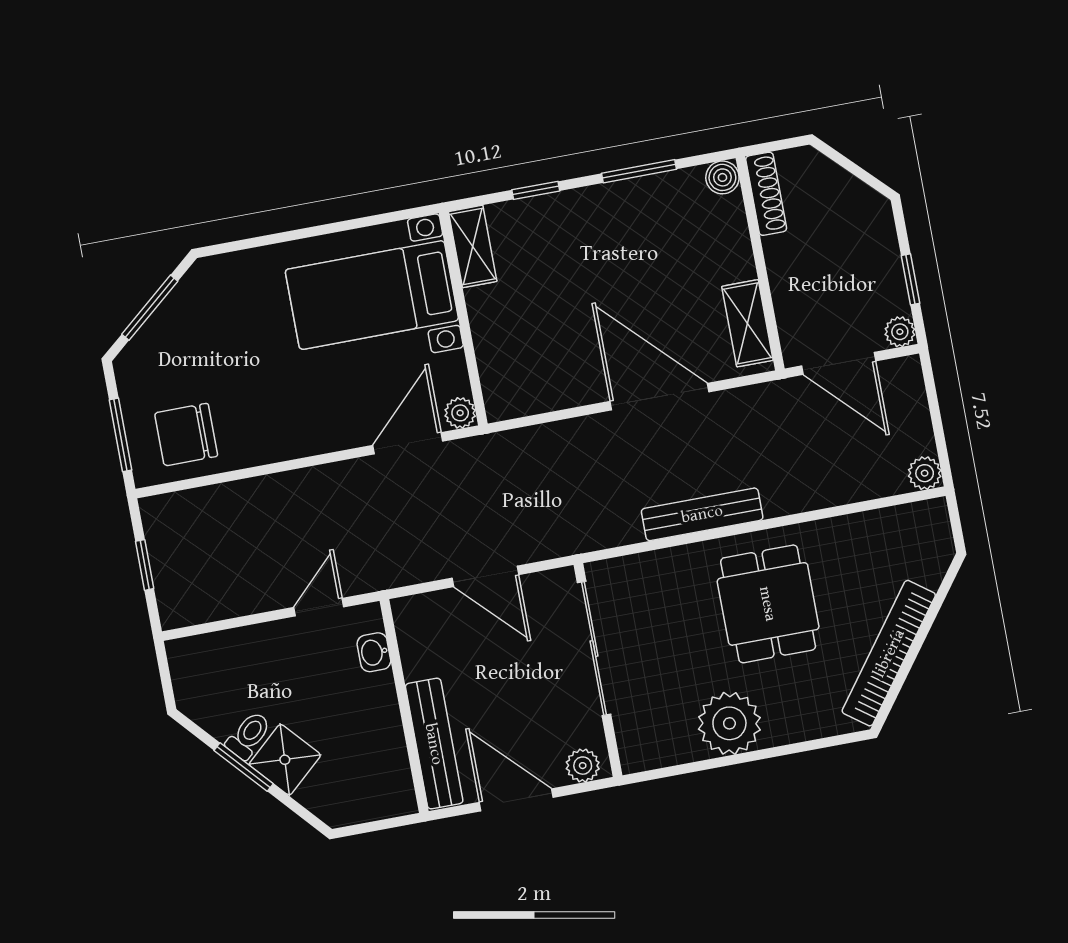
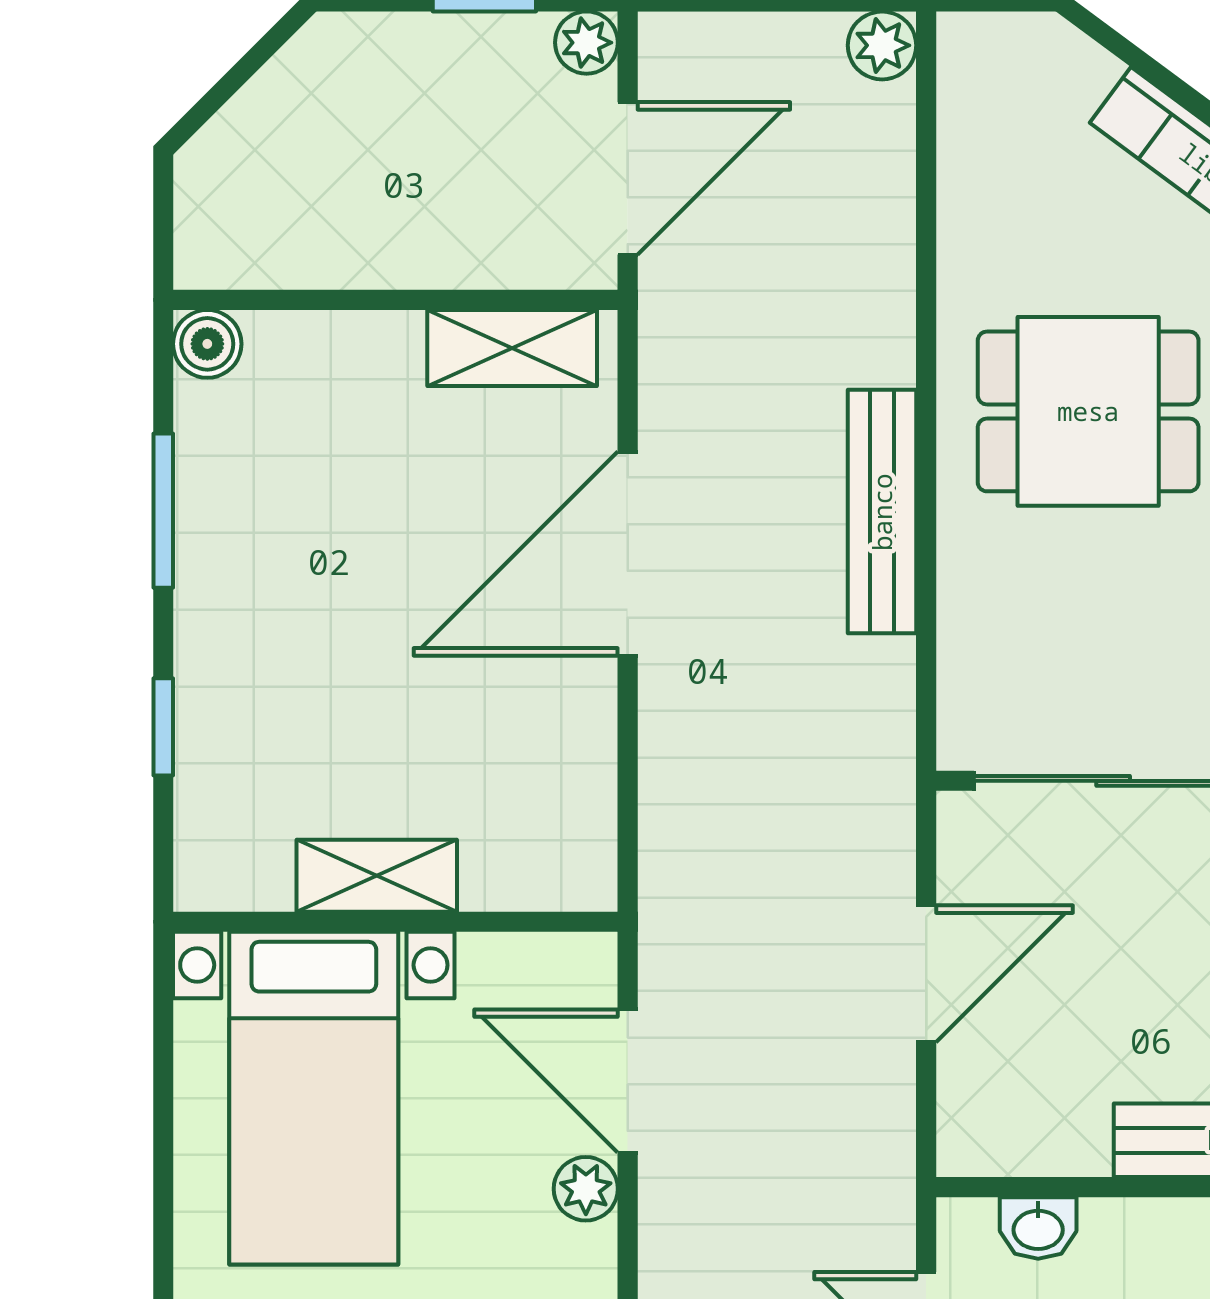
shoe rack: (766, 194) -> (257, 262), removed
shelving: (473, 246) -> (377, 876), moved
plant: (460, 413) -> (586, 1189), moved

